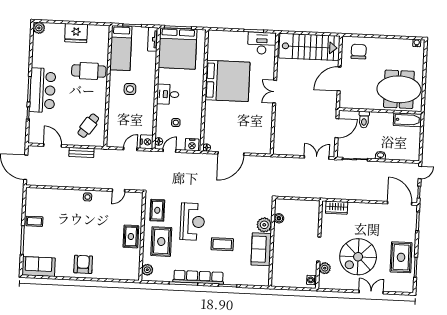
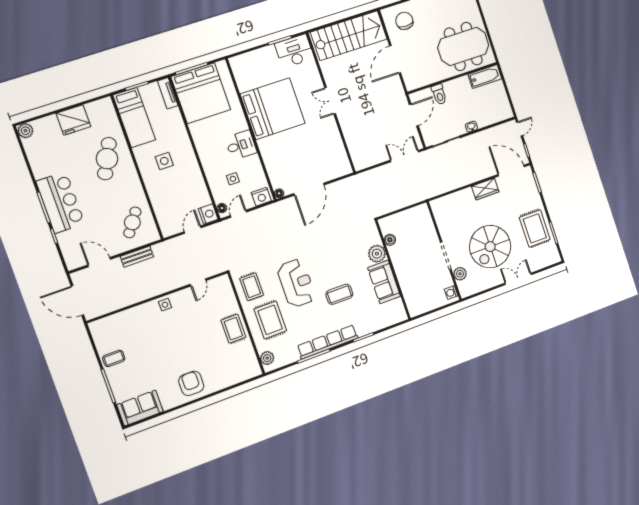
cafe table: (89, 71) -> (107, 159), turned -64
desk: (168, 94) -> (241, 145), moved, turned 180
wardrobe: (337, 208) -> (485, 189), moved

